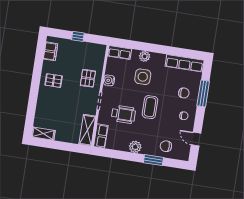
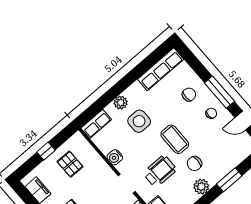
pallet: (88, 78) -> (70, 164), moved
window: (203, 94) -> (219, 92), moved
chair: (166, 146) -> (194, 164), moved

